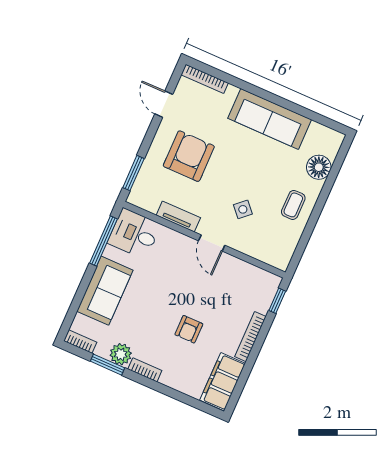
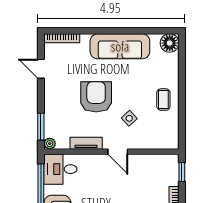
armchair: (189, 156) -> (96, 97), moved
floor lamp: (319, 167) -> (170, 43), moved
plant: (135, 198) -> (50, 144), added

